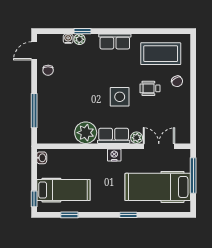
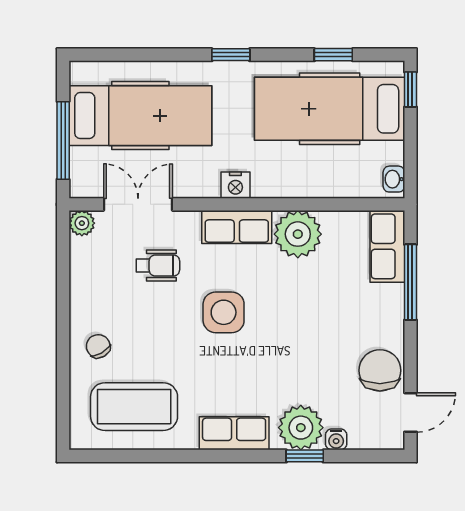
plant: (80, 39) -> (301, 428), width x1.87, depth x1.87
chair: (48, 70) -> (380, 370), width x1.87, depth x1.87
wheelchair: (150, 88) -> (158, 265), moved
row of seats: (45, 127) -> (387, 246), added
plant: (137, 138) -> (82, 223), moved
double door: (159, 146) -> (138, 204), swing flipped
hospital bed: (63, 190) -> (330, 109), width x1.37, depth x1.29
window: (128, 215) -> (231, 55), moved

